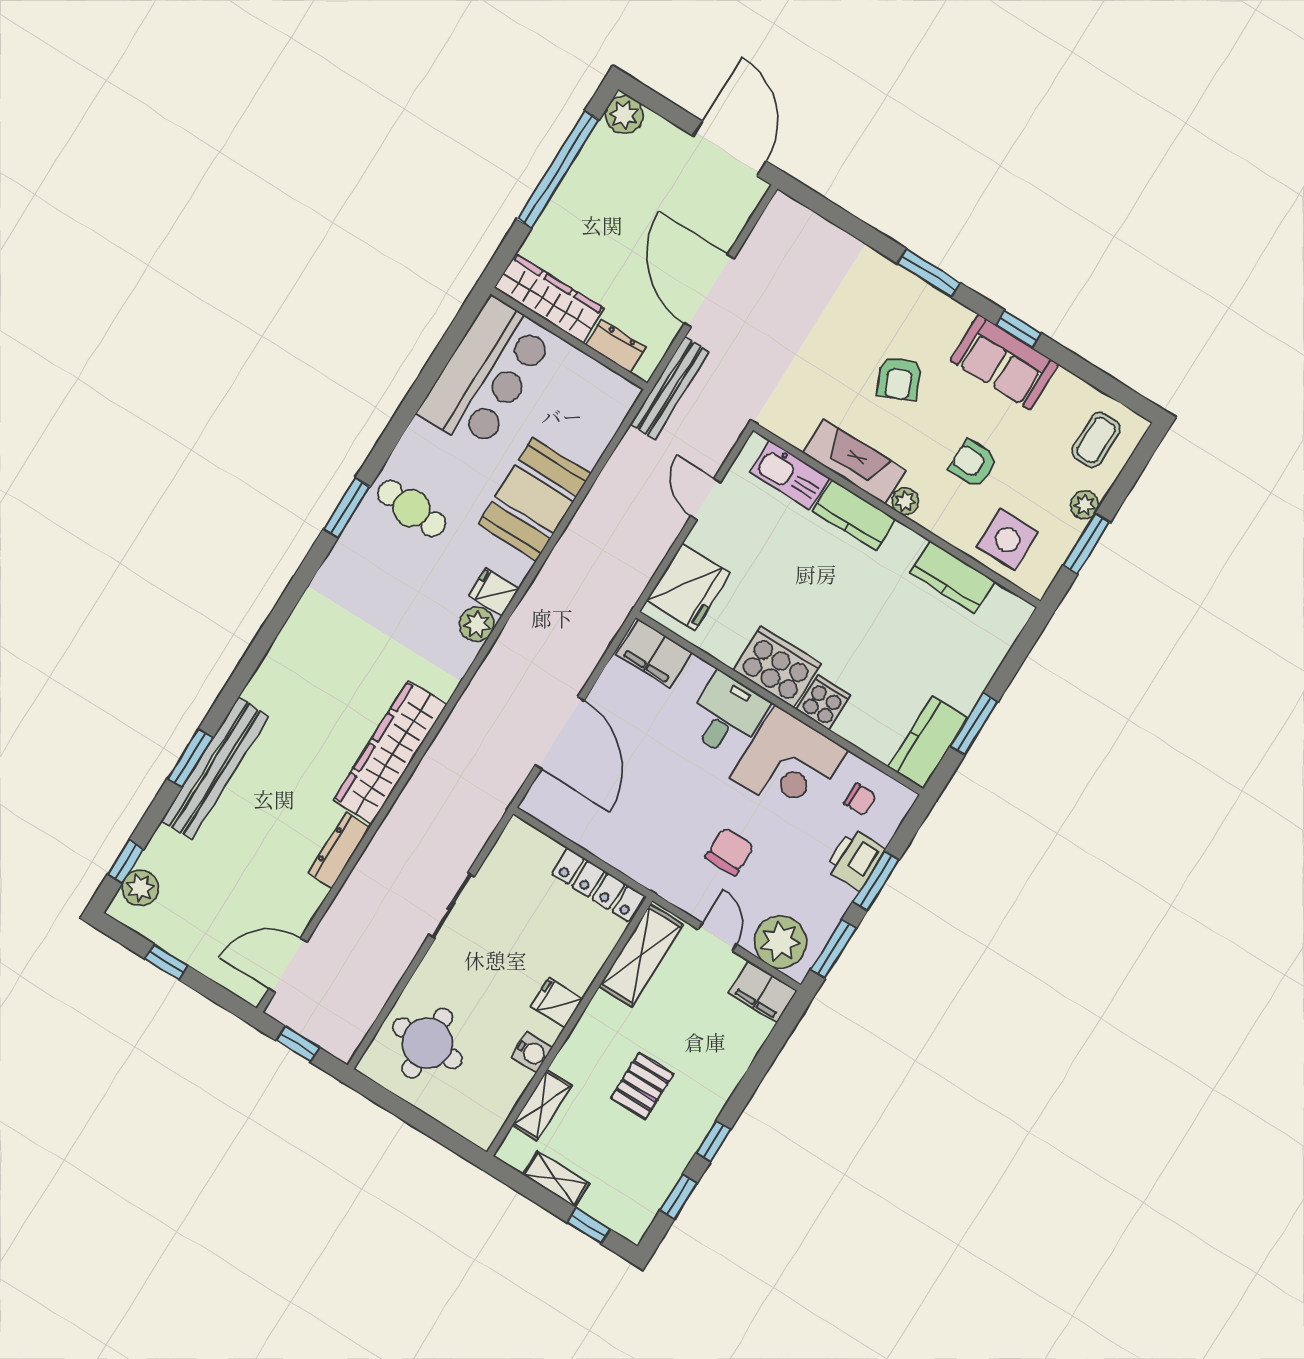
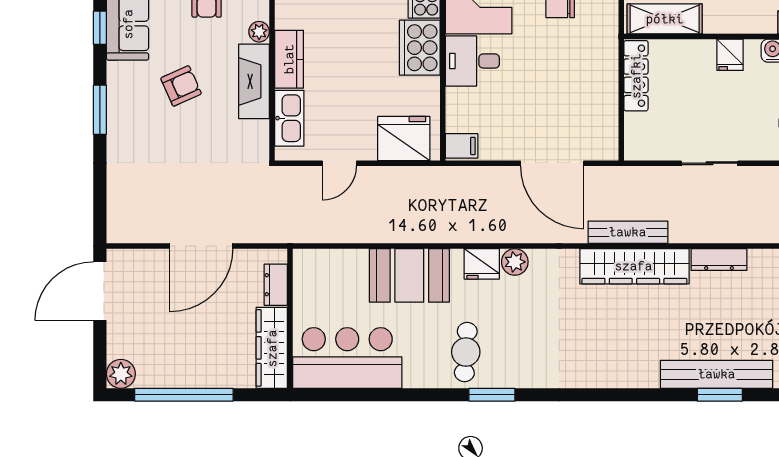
bench: (670, 388) -> (628, 232), moved
fridge: (494, 592) -> (482, 264), width x1.38
filing cabinet: (654, 654) -> (462, 146), width x0.50
door: (560, 733) -> (552, 163), swing flipped

